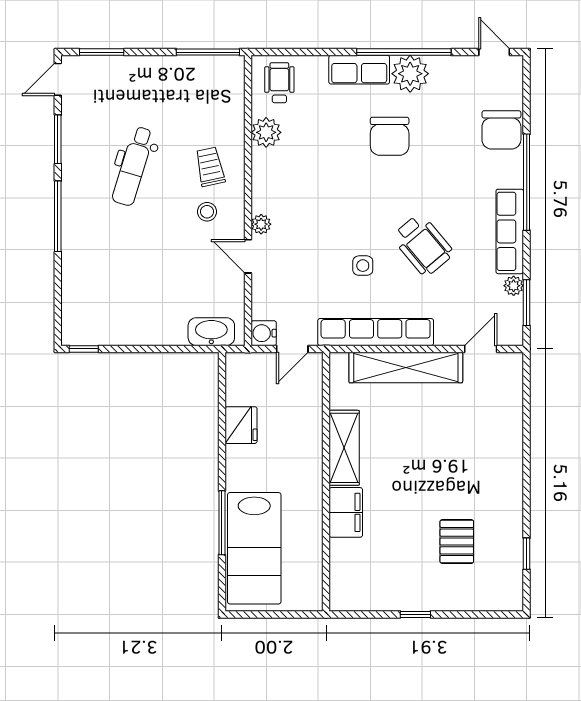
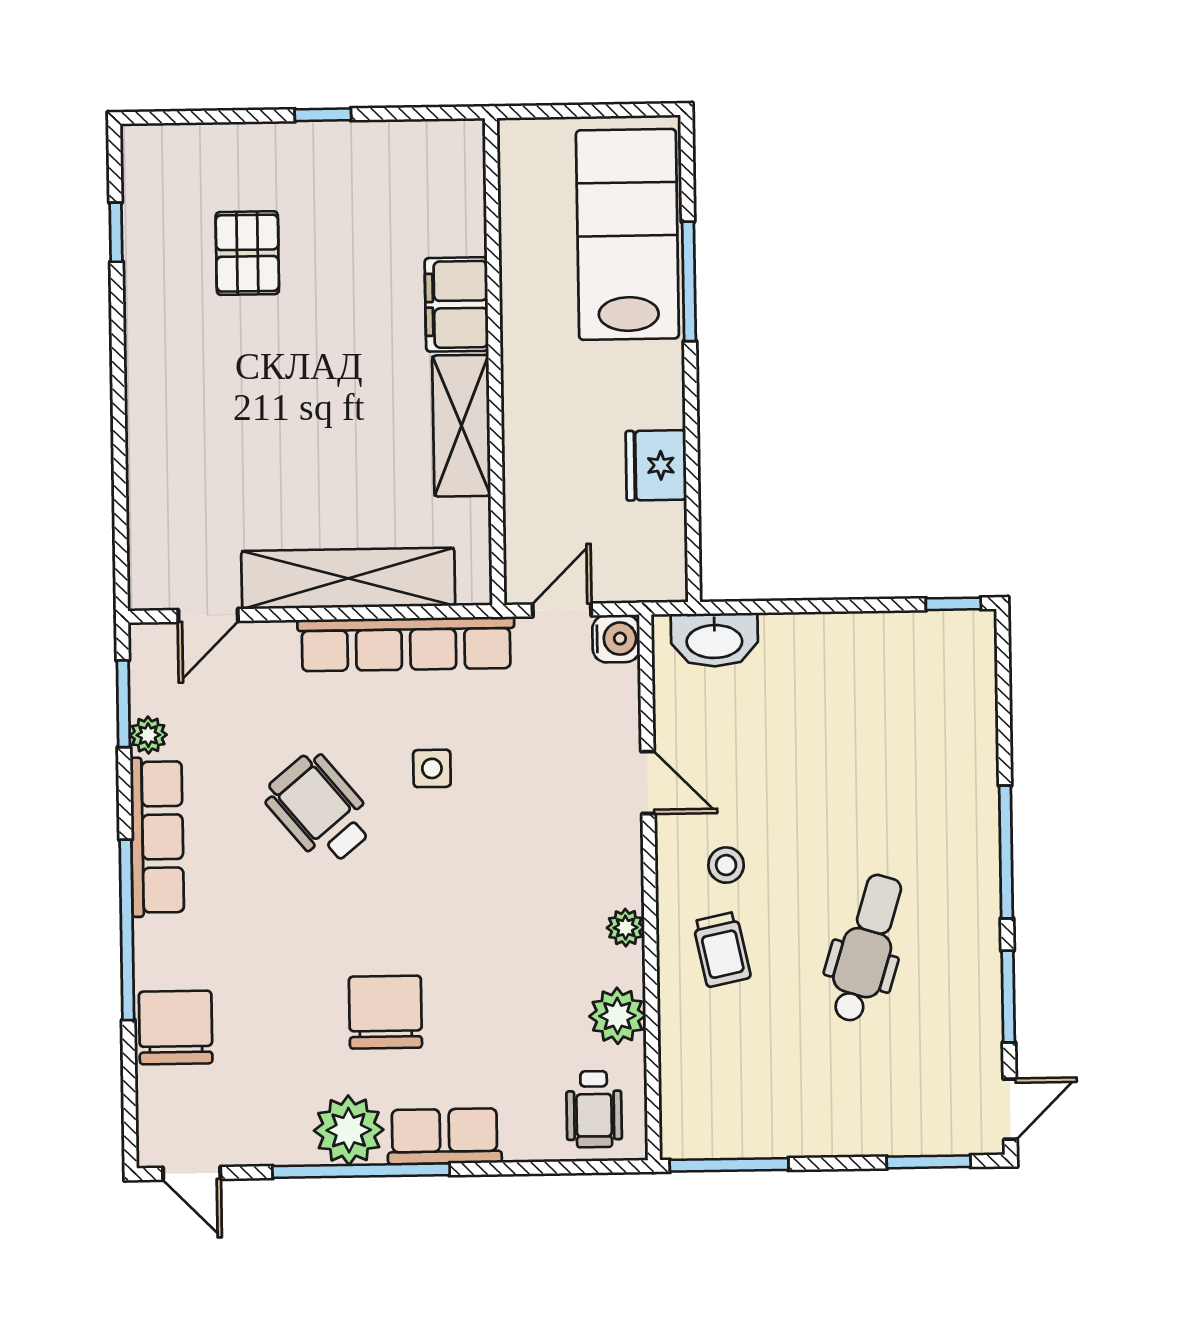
plant: (261, 224) -> (626, 928), moved

